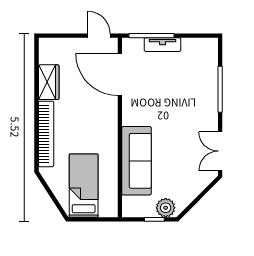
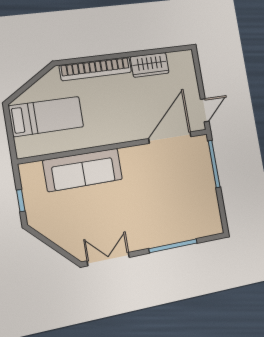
tv unit: (162, 45) -> (207, 177), removed
plant: (166, 208) -> (36, 211), removed

